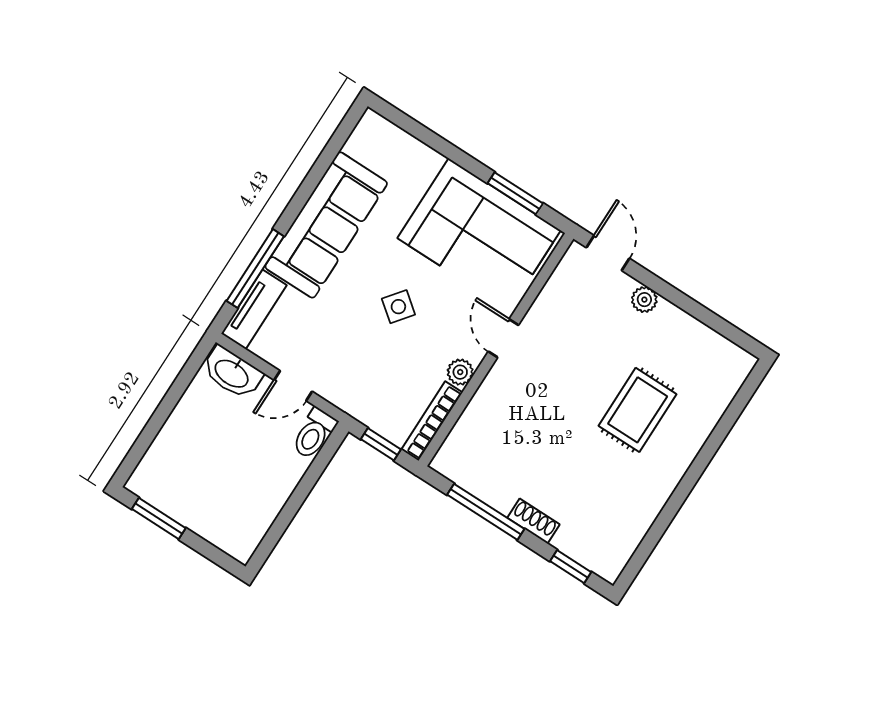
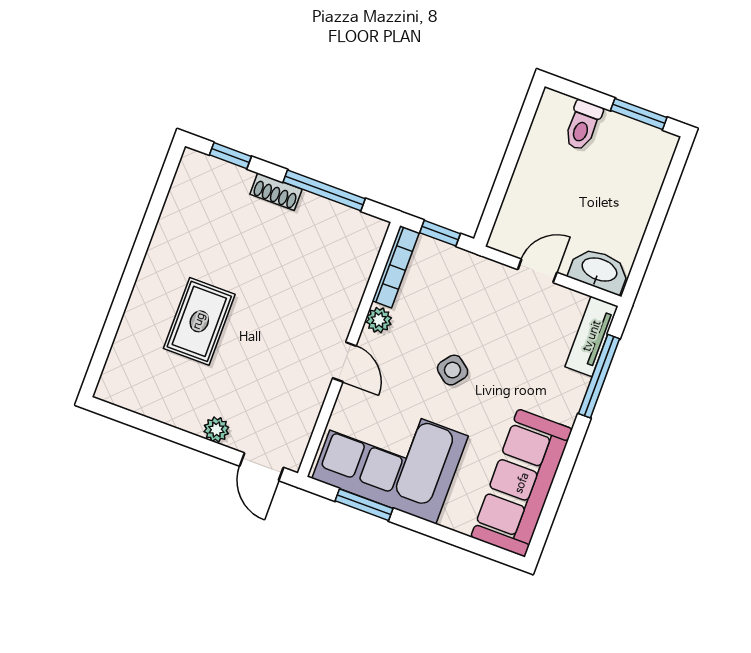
sofa: (326, 225) -> (522, 483), moved
toilet: (314, 434) -> (583, 125), moved, turned 180

